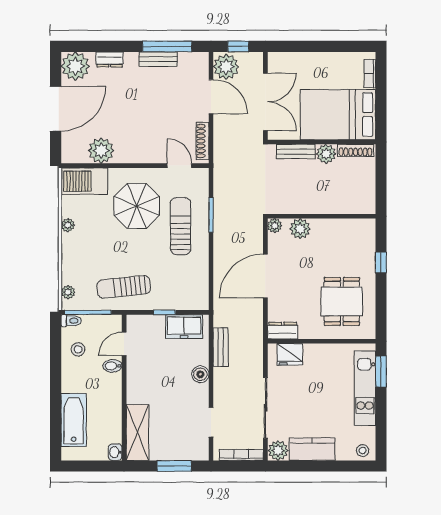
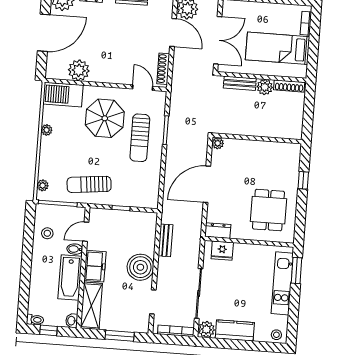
bed: (338, 115) -> (277, 48), width x0.67
sun lounger: (181, 226) -> (140, 138), turned 180
plant: (300, 229) -> (239, 147), removed
toilet: (71, 321) -> (35, 320), moved
freezer: (184, 327) -> (95, 266), moved, turned -90
boiler: (200, 374) -> (140, 267), width x1.86, depth x1.86
bathtub: (74, 420) -> (70, 278), moved, turned 180
window: (88, 466) -> (48, 330), added

